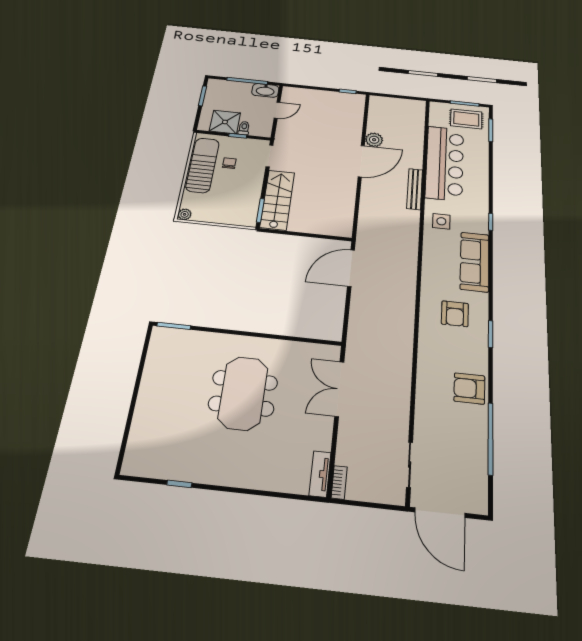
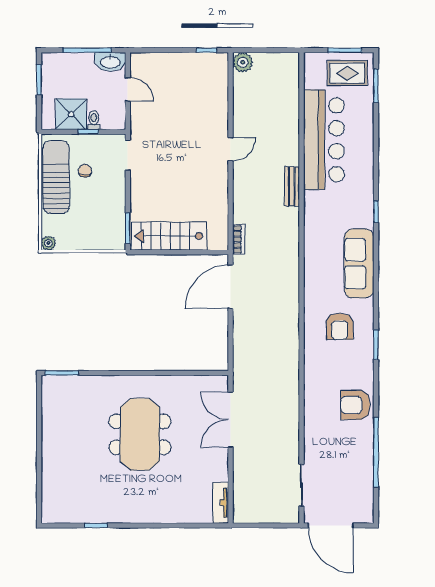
door: (277, 110) -> (128, 89), hinge flipped
plant: (374, 140) -> (243, 62), moved
door: (361, 161) -> (231, 149), width x0.53
bench: (415, 189) -> (292, 186), width x0.73
stairs: (277, 200) -> (169, 236), moved, turned -90
side table: (441, 221) -> (323, 218), removed
bookcase: (339, 482) -> (239, 239), moved

